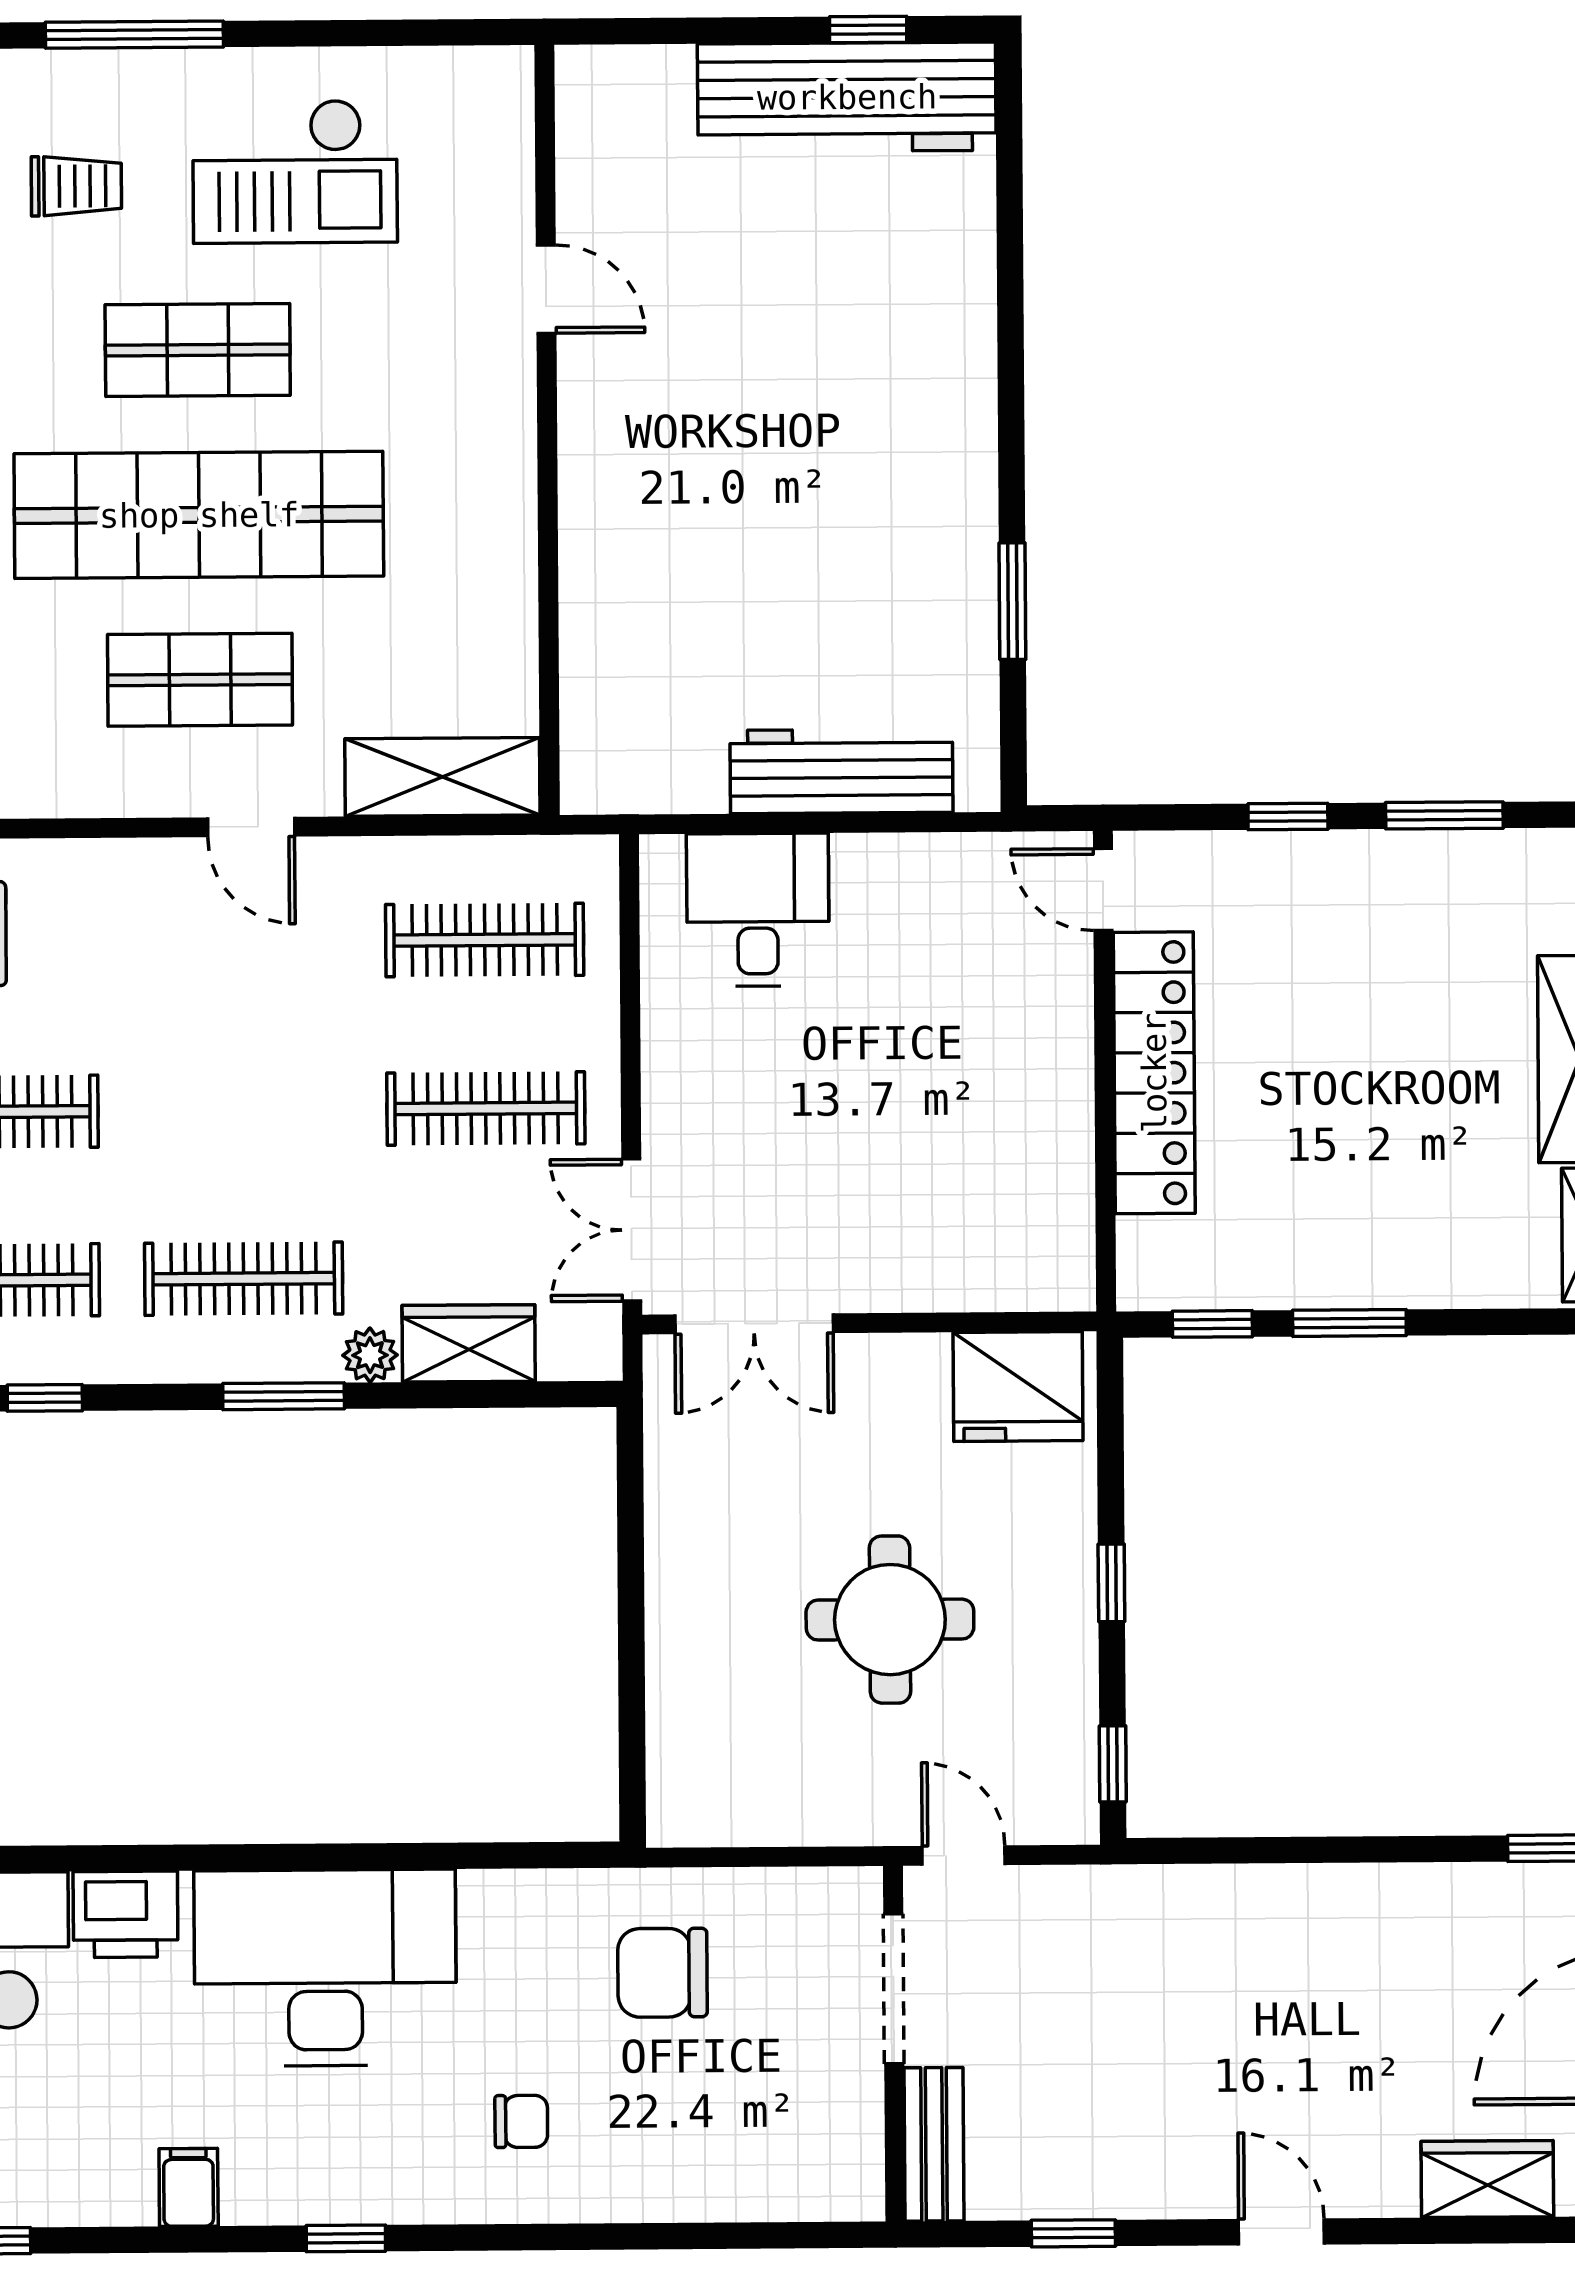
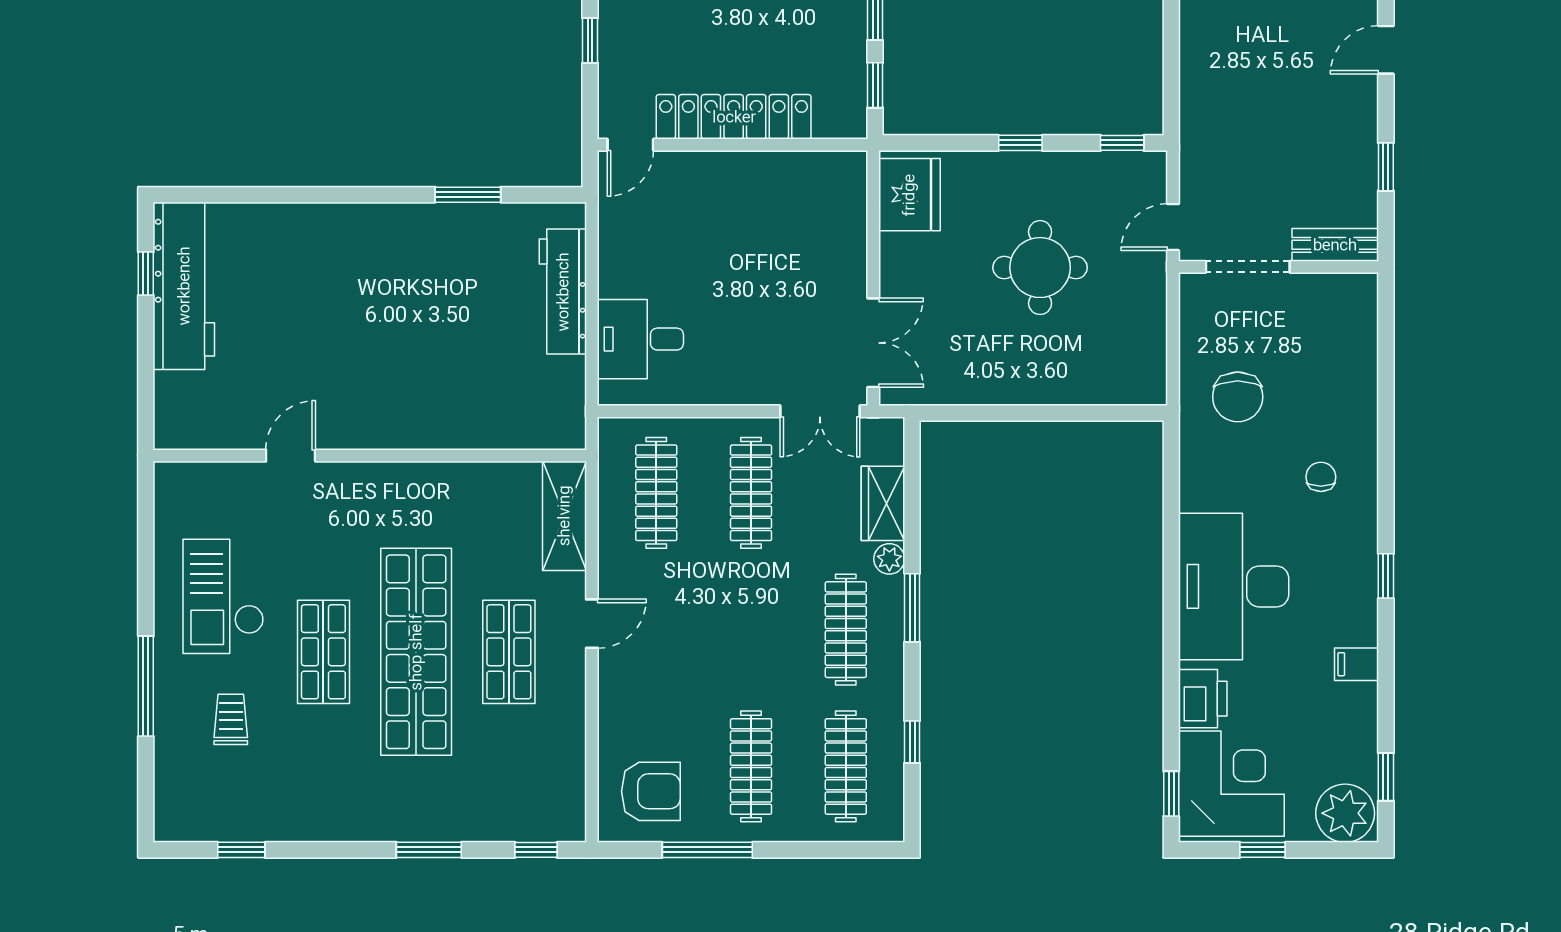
checkout: (295, 171) -> (223, 596), turned 180

